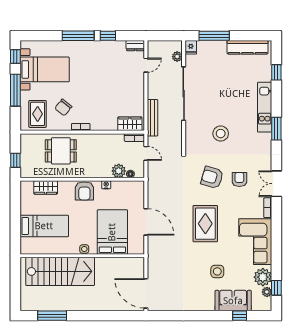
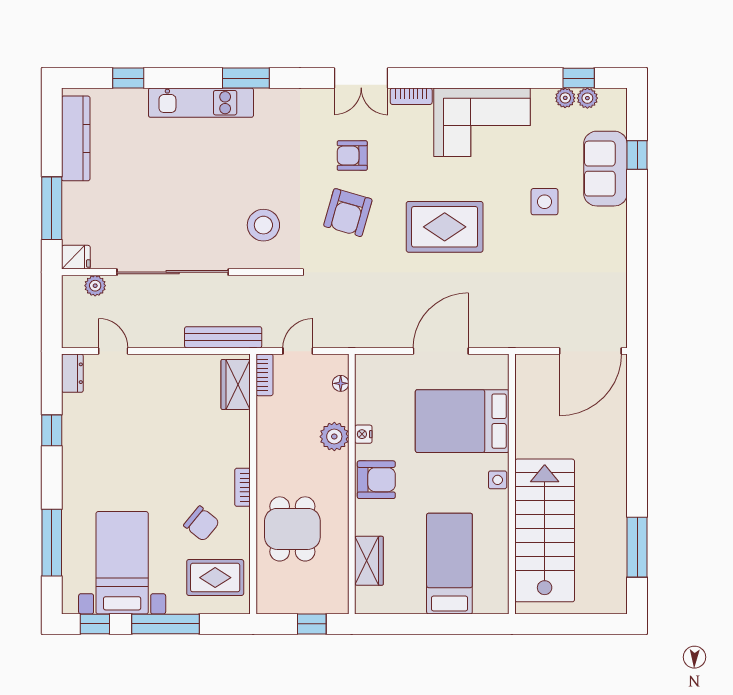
window: (78, 36) -> (52, 543), moved
stool: (221, 134) -> (263, 225), moved
plant: (119, 171) -> (334, 437), moved
plant: (263, 277) -> (565, 98), width x0.53, depth x0.53

